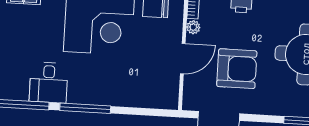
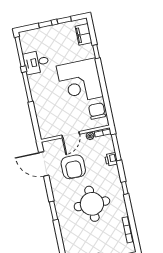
door: (183, 59) -> (71, 135), hinge flipped

